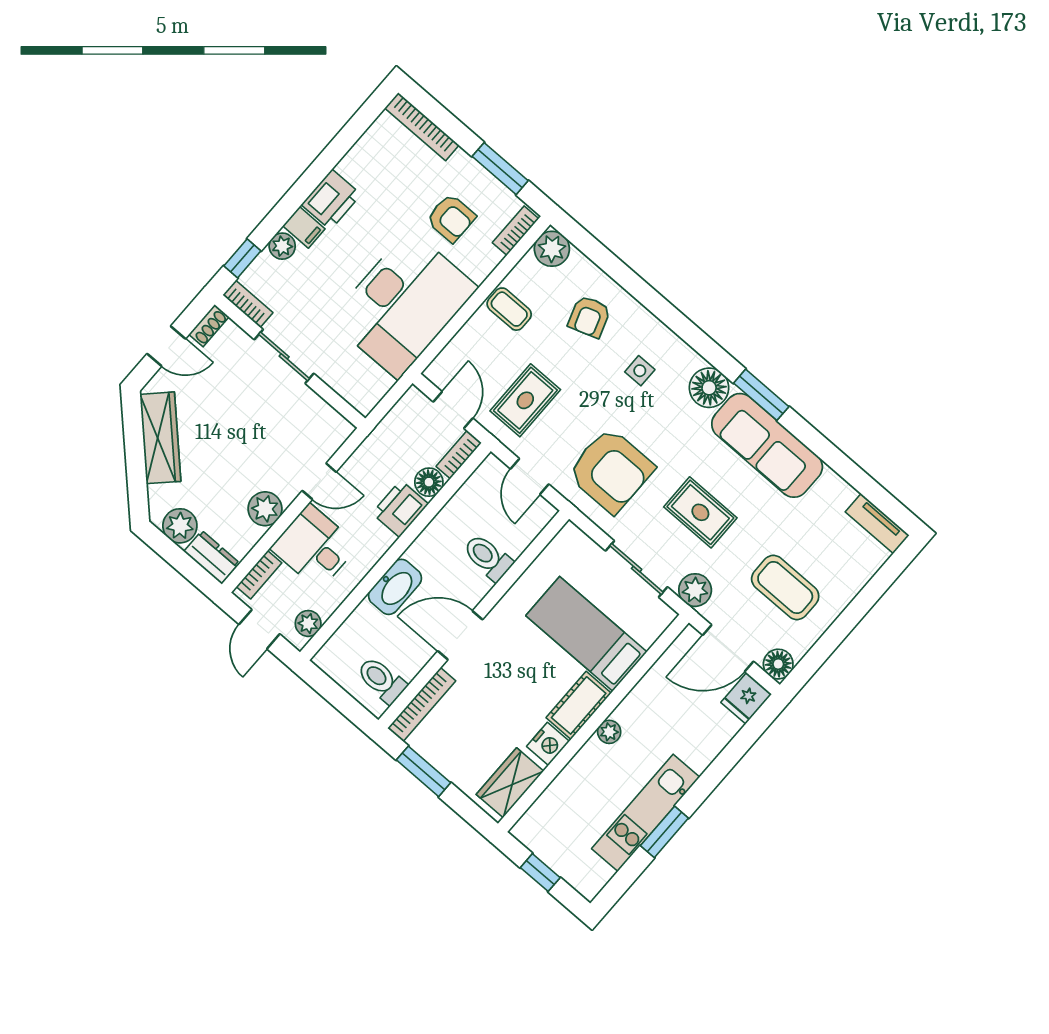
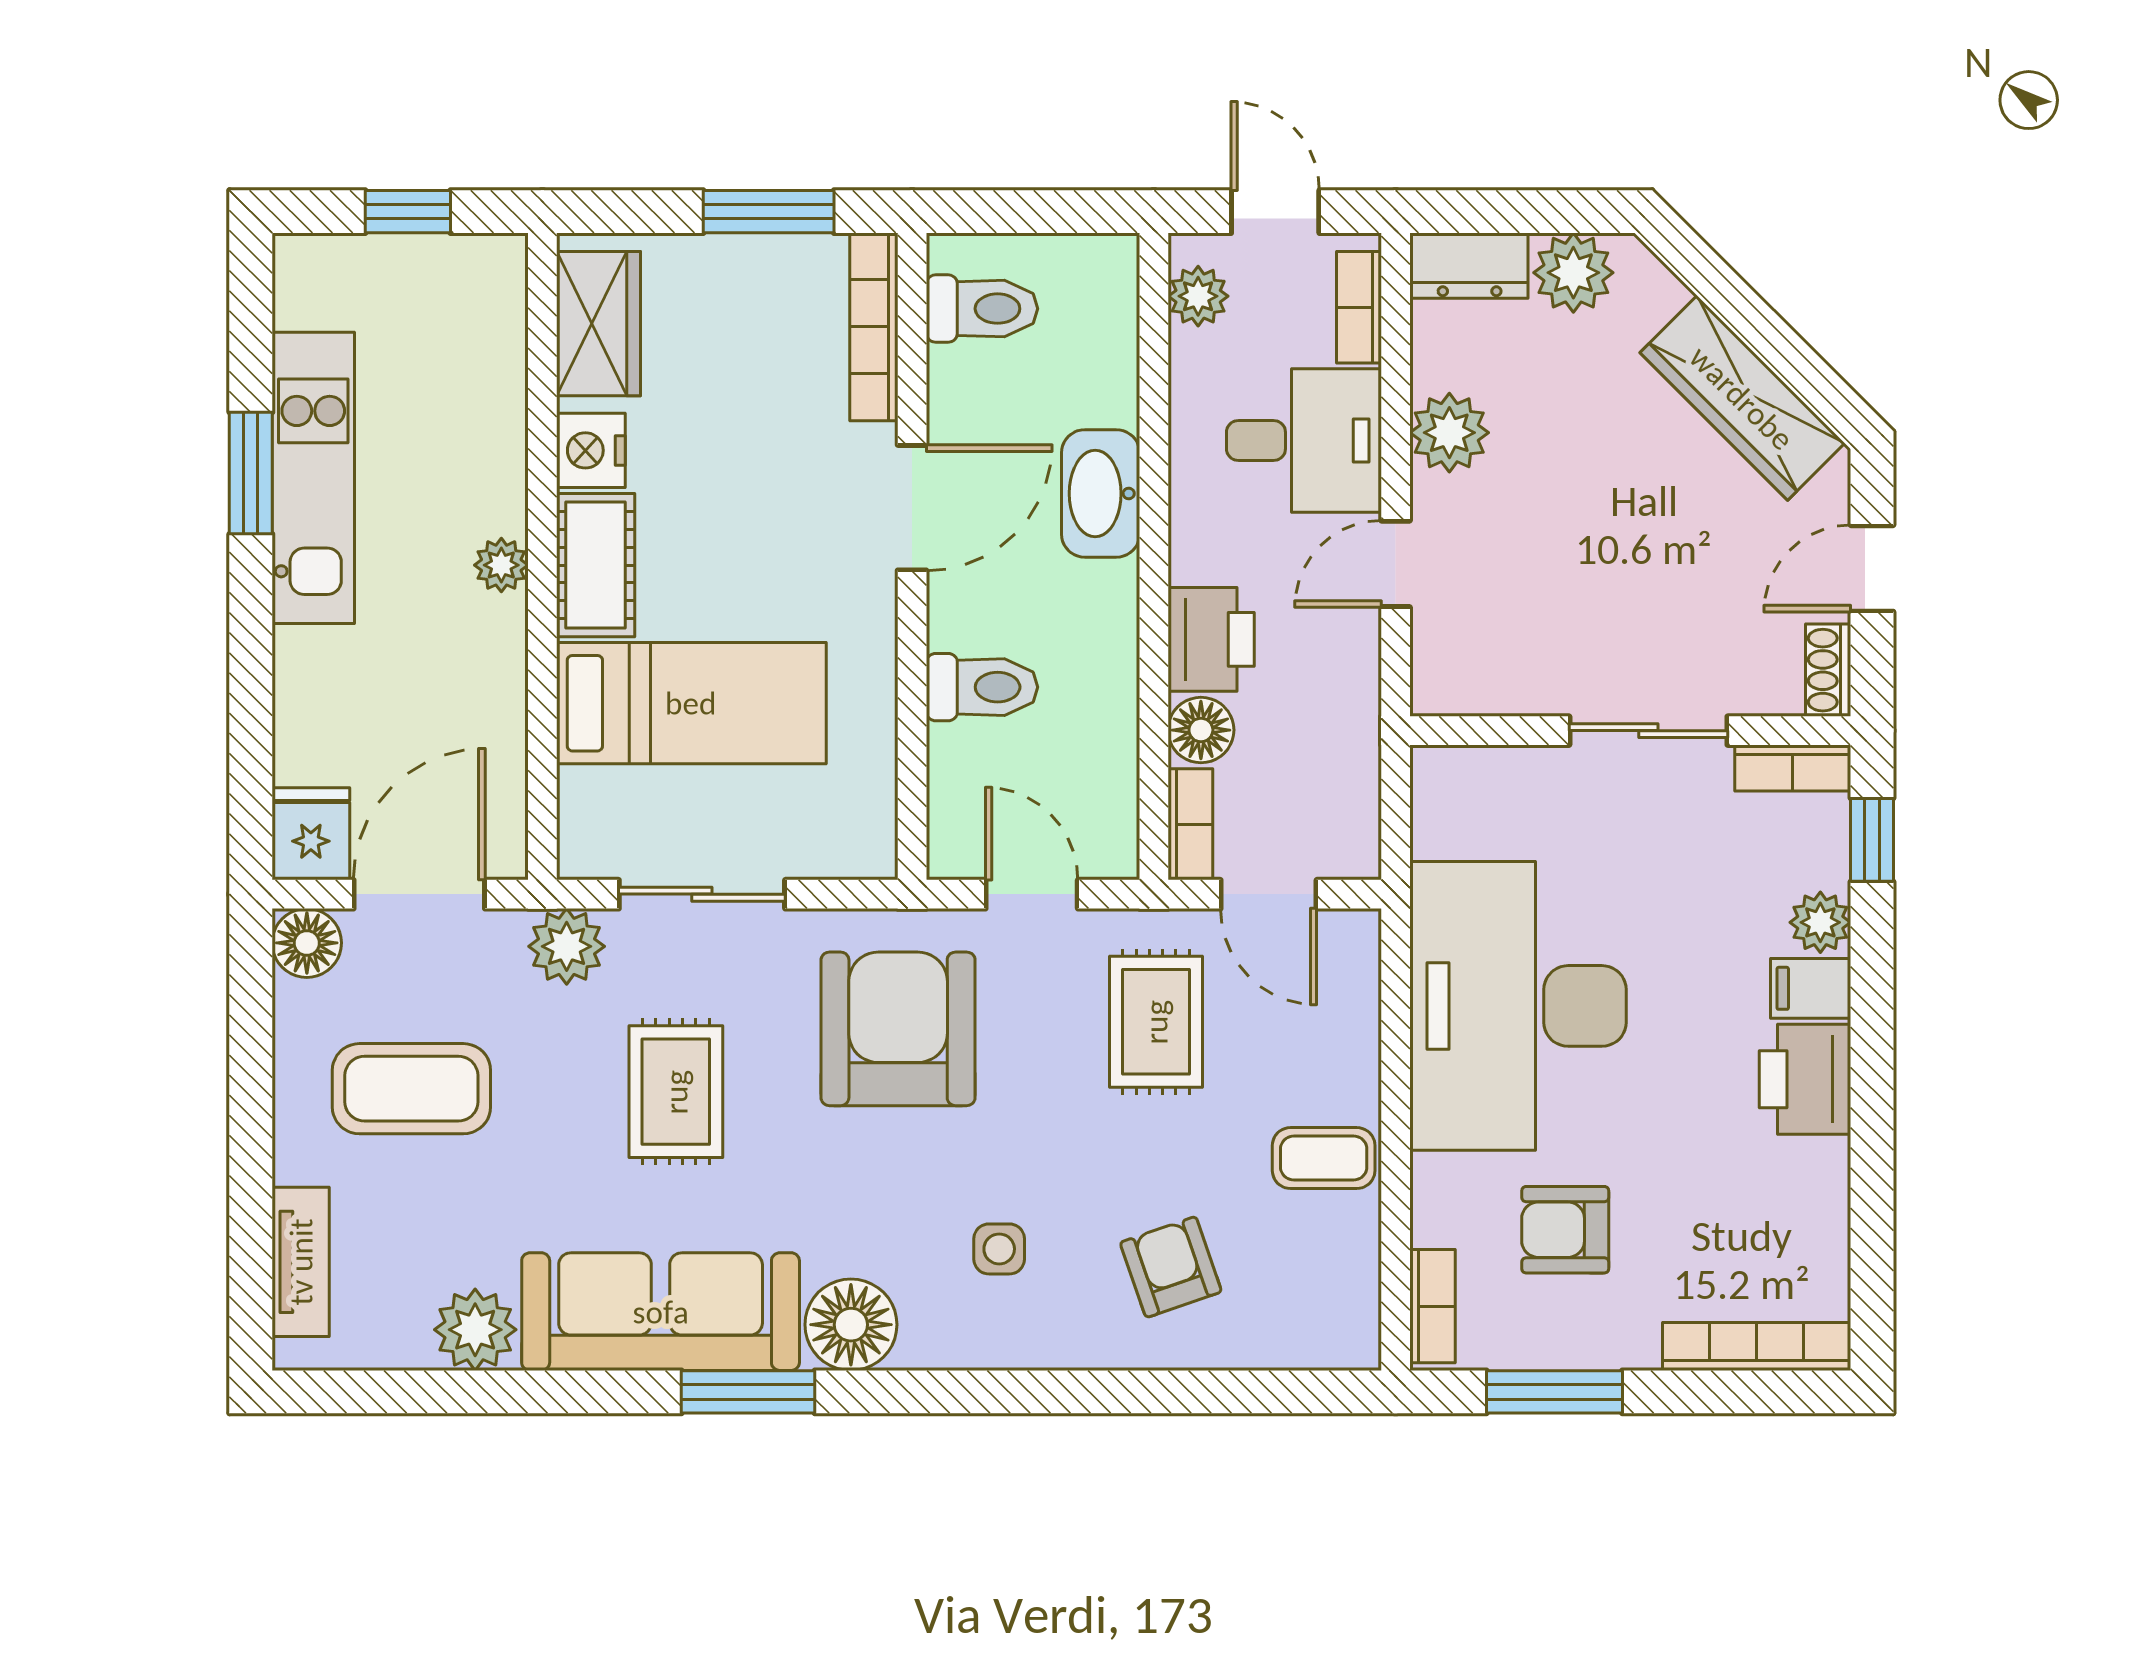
plant: (552, 249) -> (475, 1330), moved
armchair: (611, 470) -> (898, 1029), turned 90
rug: (700, 512) -> (676, 1092), turned 90
tv unit: (877, 524) -> (301, 1262), moved, turned 90

